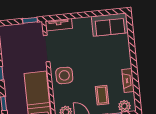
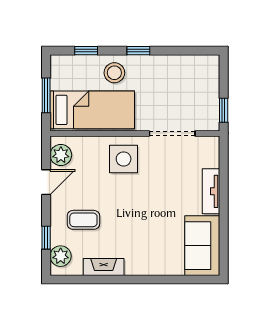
tv unit: (59, 25) -> (211, 191), moved
stool: (15, 86) -> (114, 73), added

